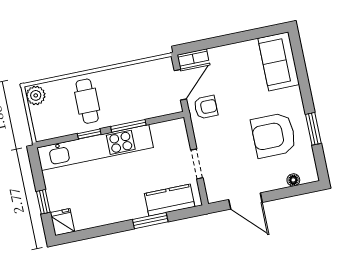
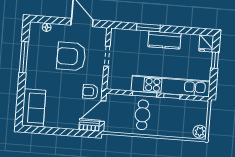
cafe table: (87, 101) -> (142, 115), moved
window: (313, 129) -> (24, 57), width x1.44
armchair: (274, 135) -> (71, 56), moved, turned 180
kitchen counter: (170, 200) -> (164, 40), moved

